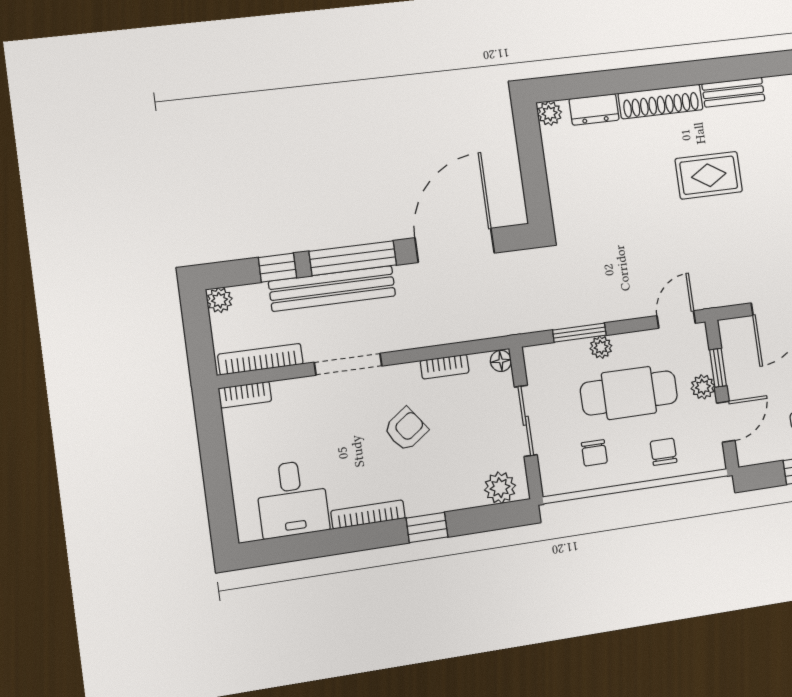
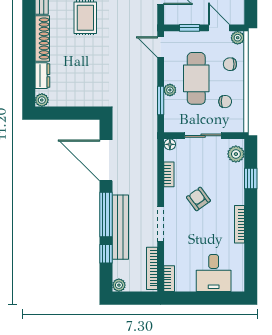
plant: (703, 387) -> (238, 38), moved
desk: (292, 499) -> (214, 273), moved, turned 90
window: (427, 527) -> (251, 179), moved

